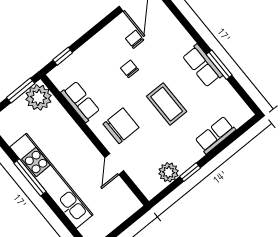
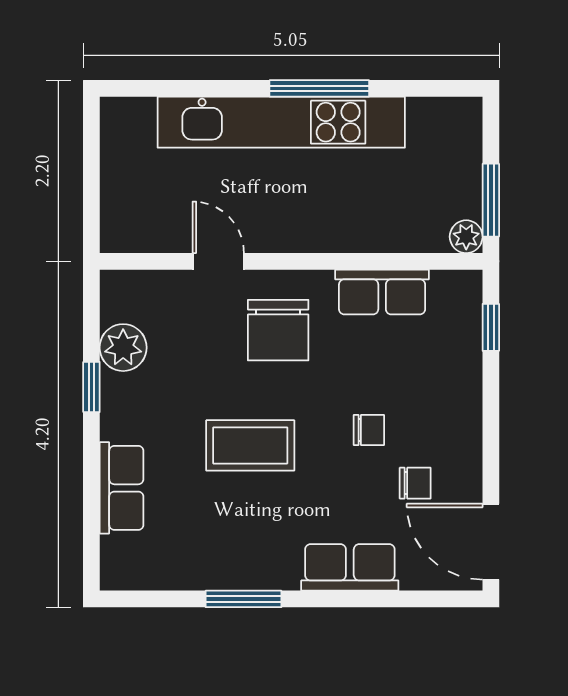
row of seats: (203, 66) -> (350, 567), moved
plant: (39, 97) -> (466, 237), width x0.53, depth x0.53

